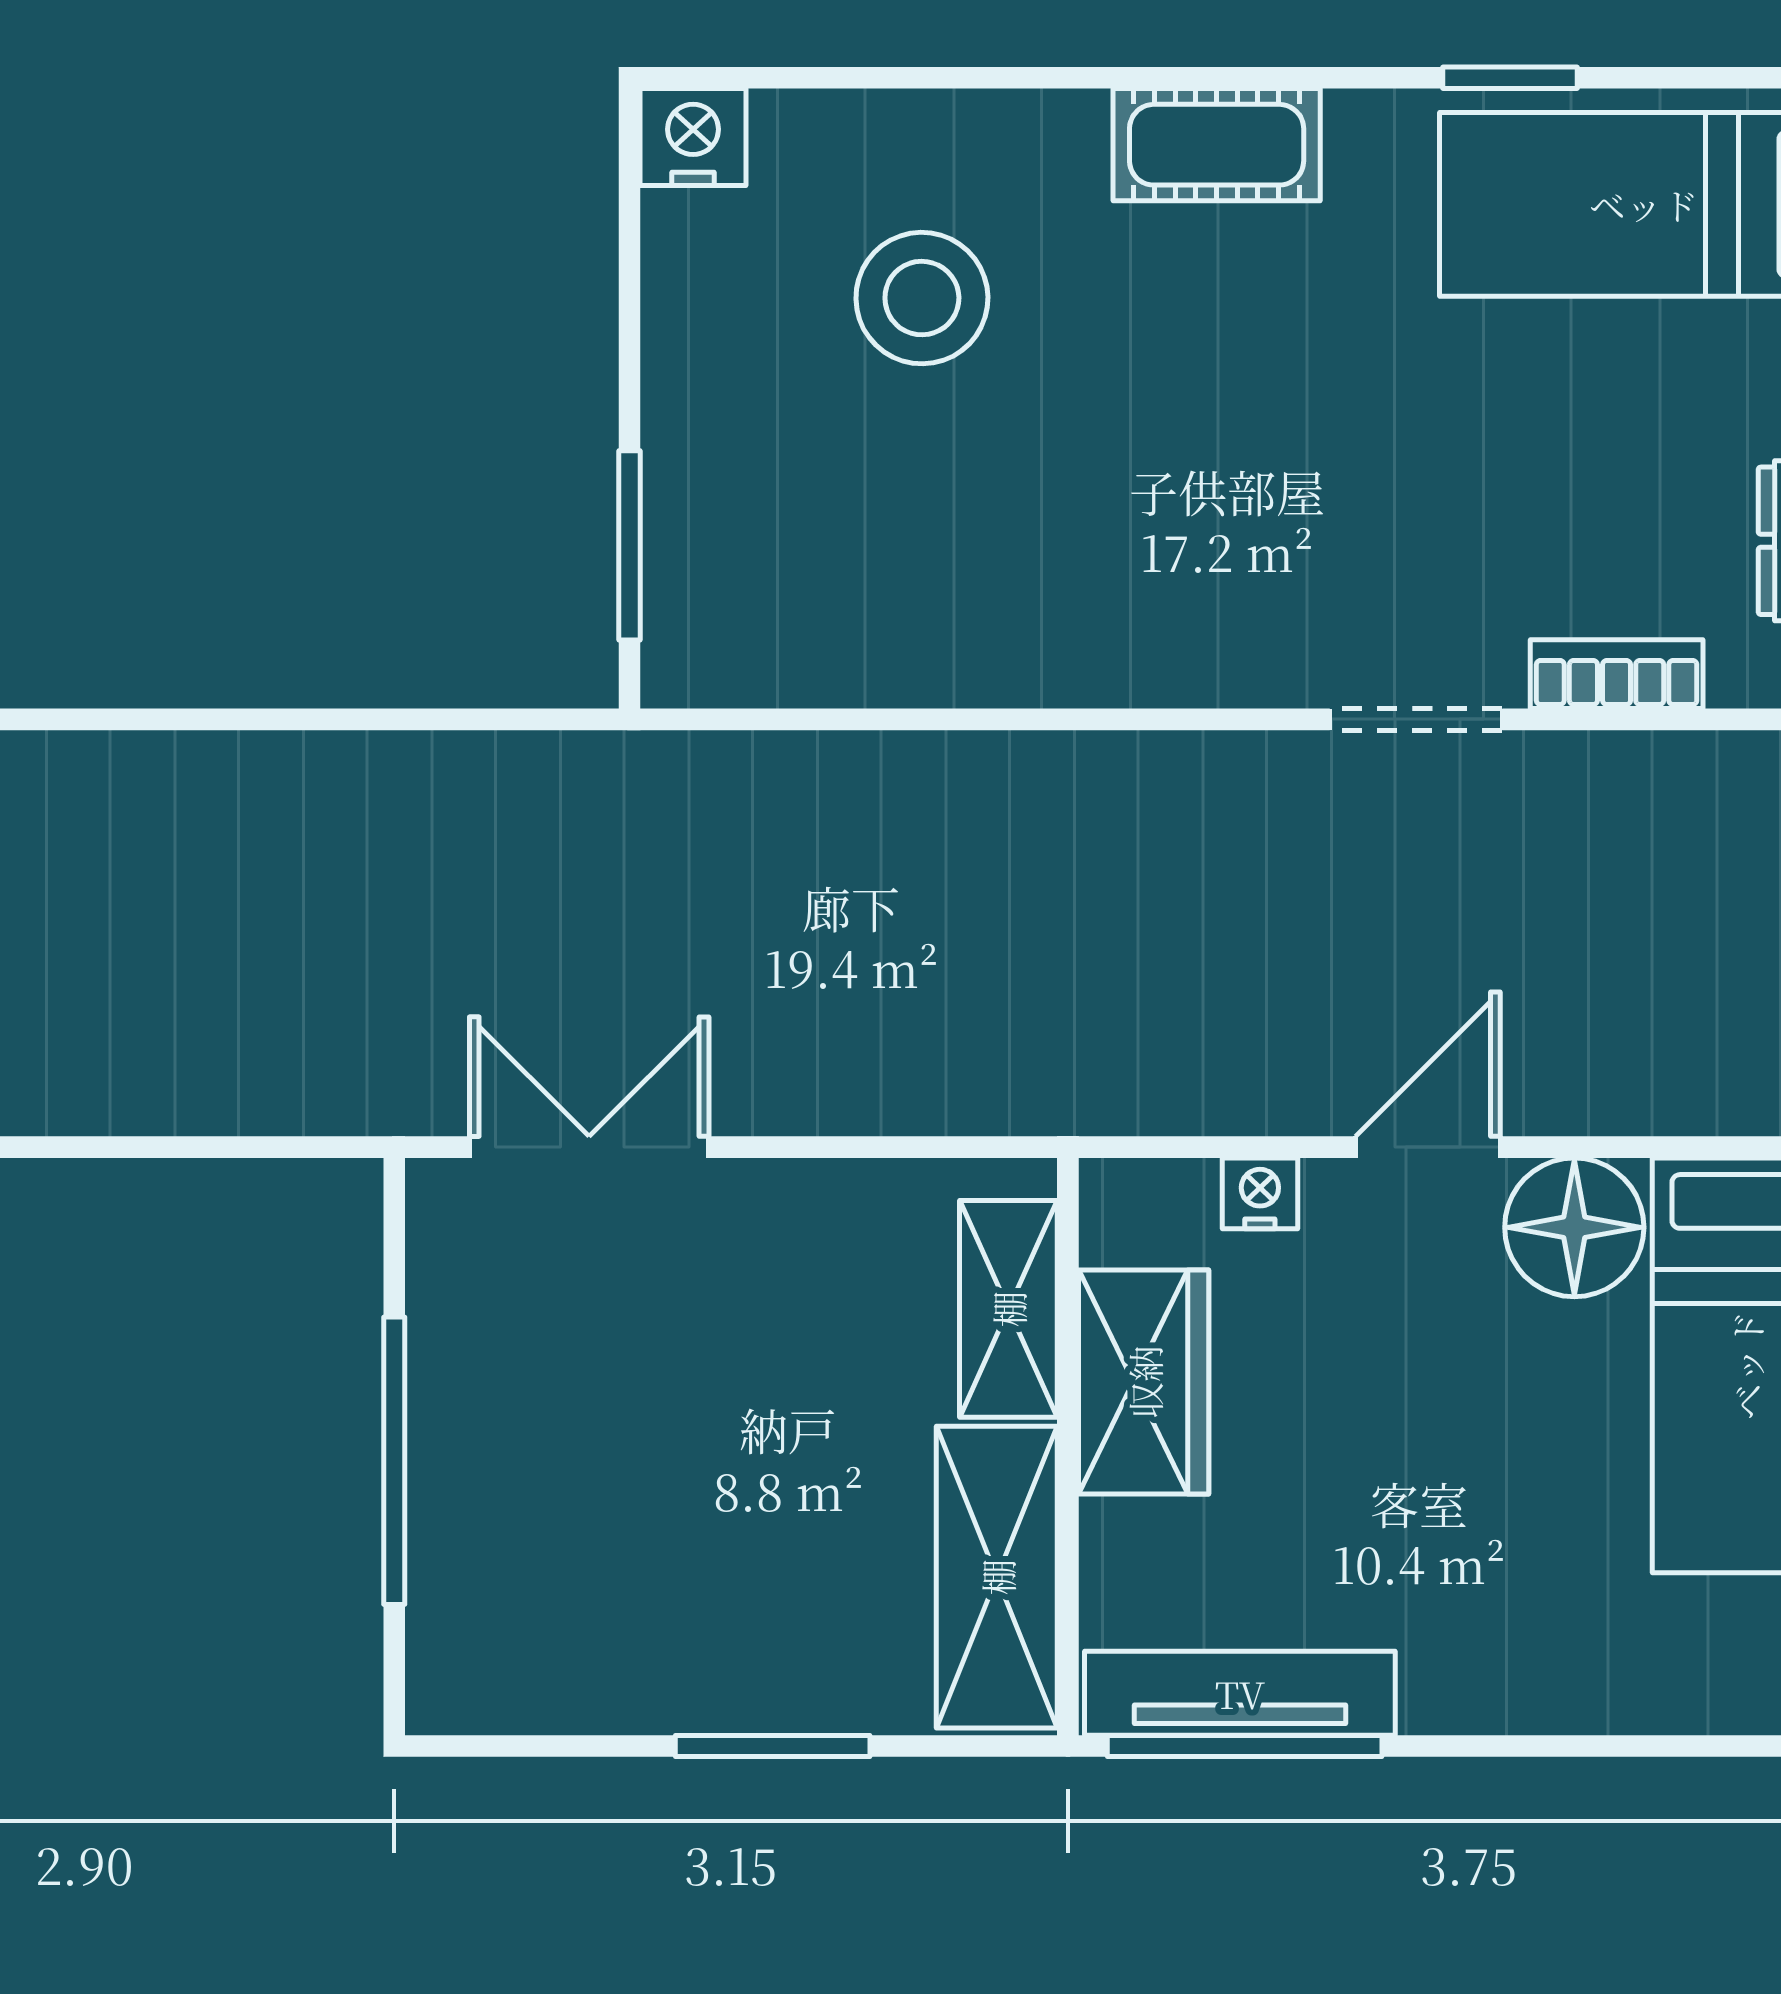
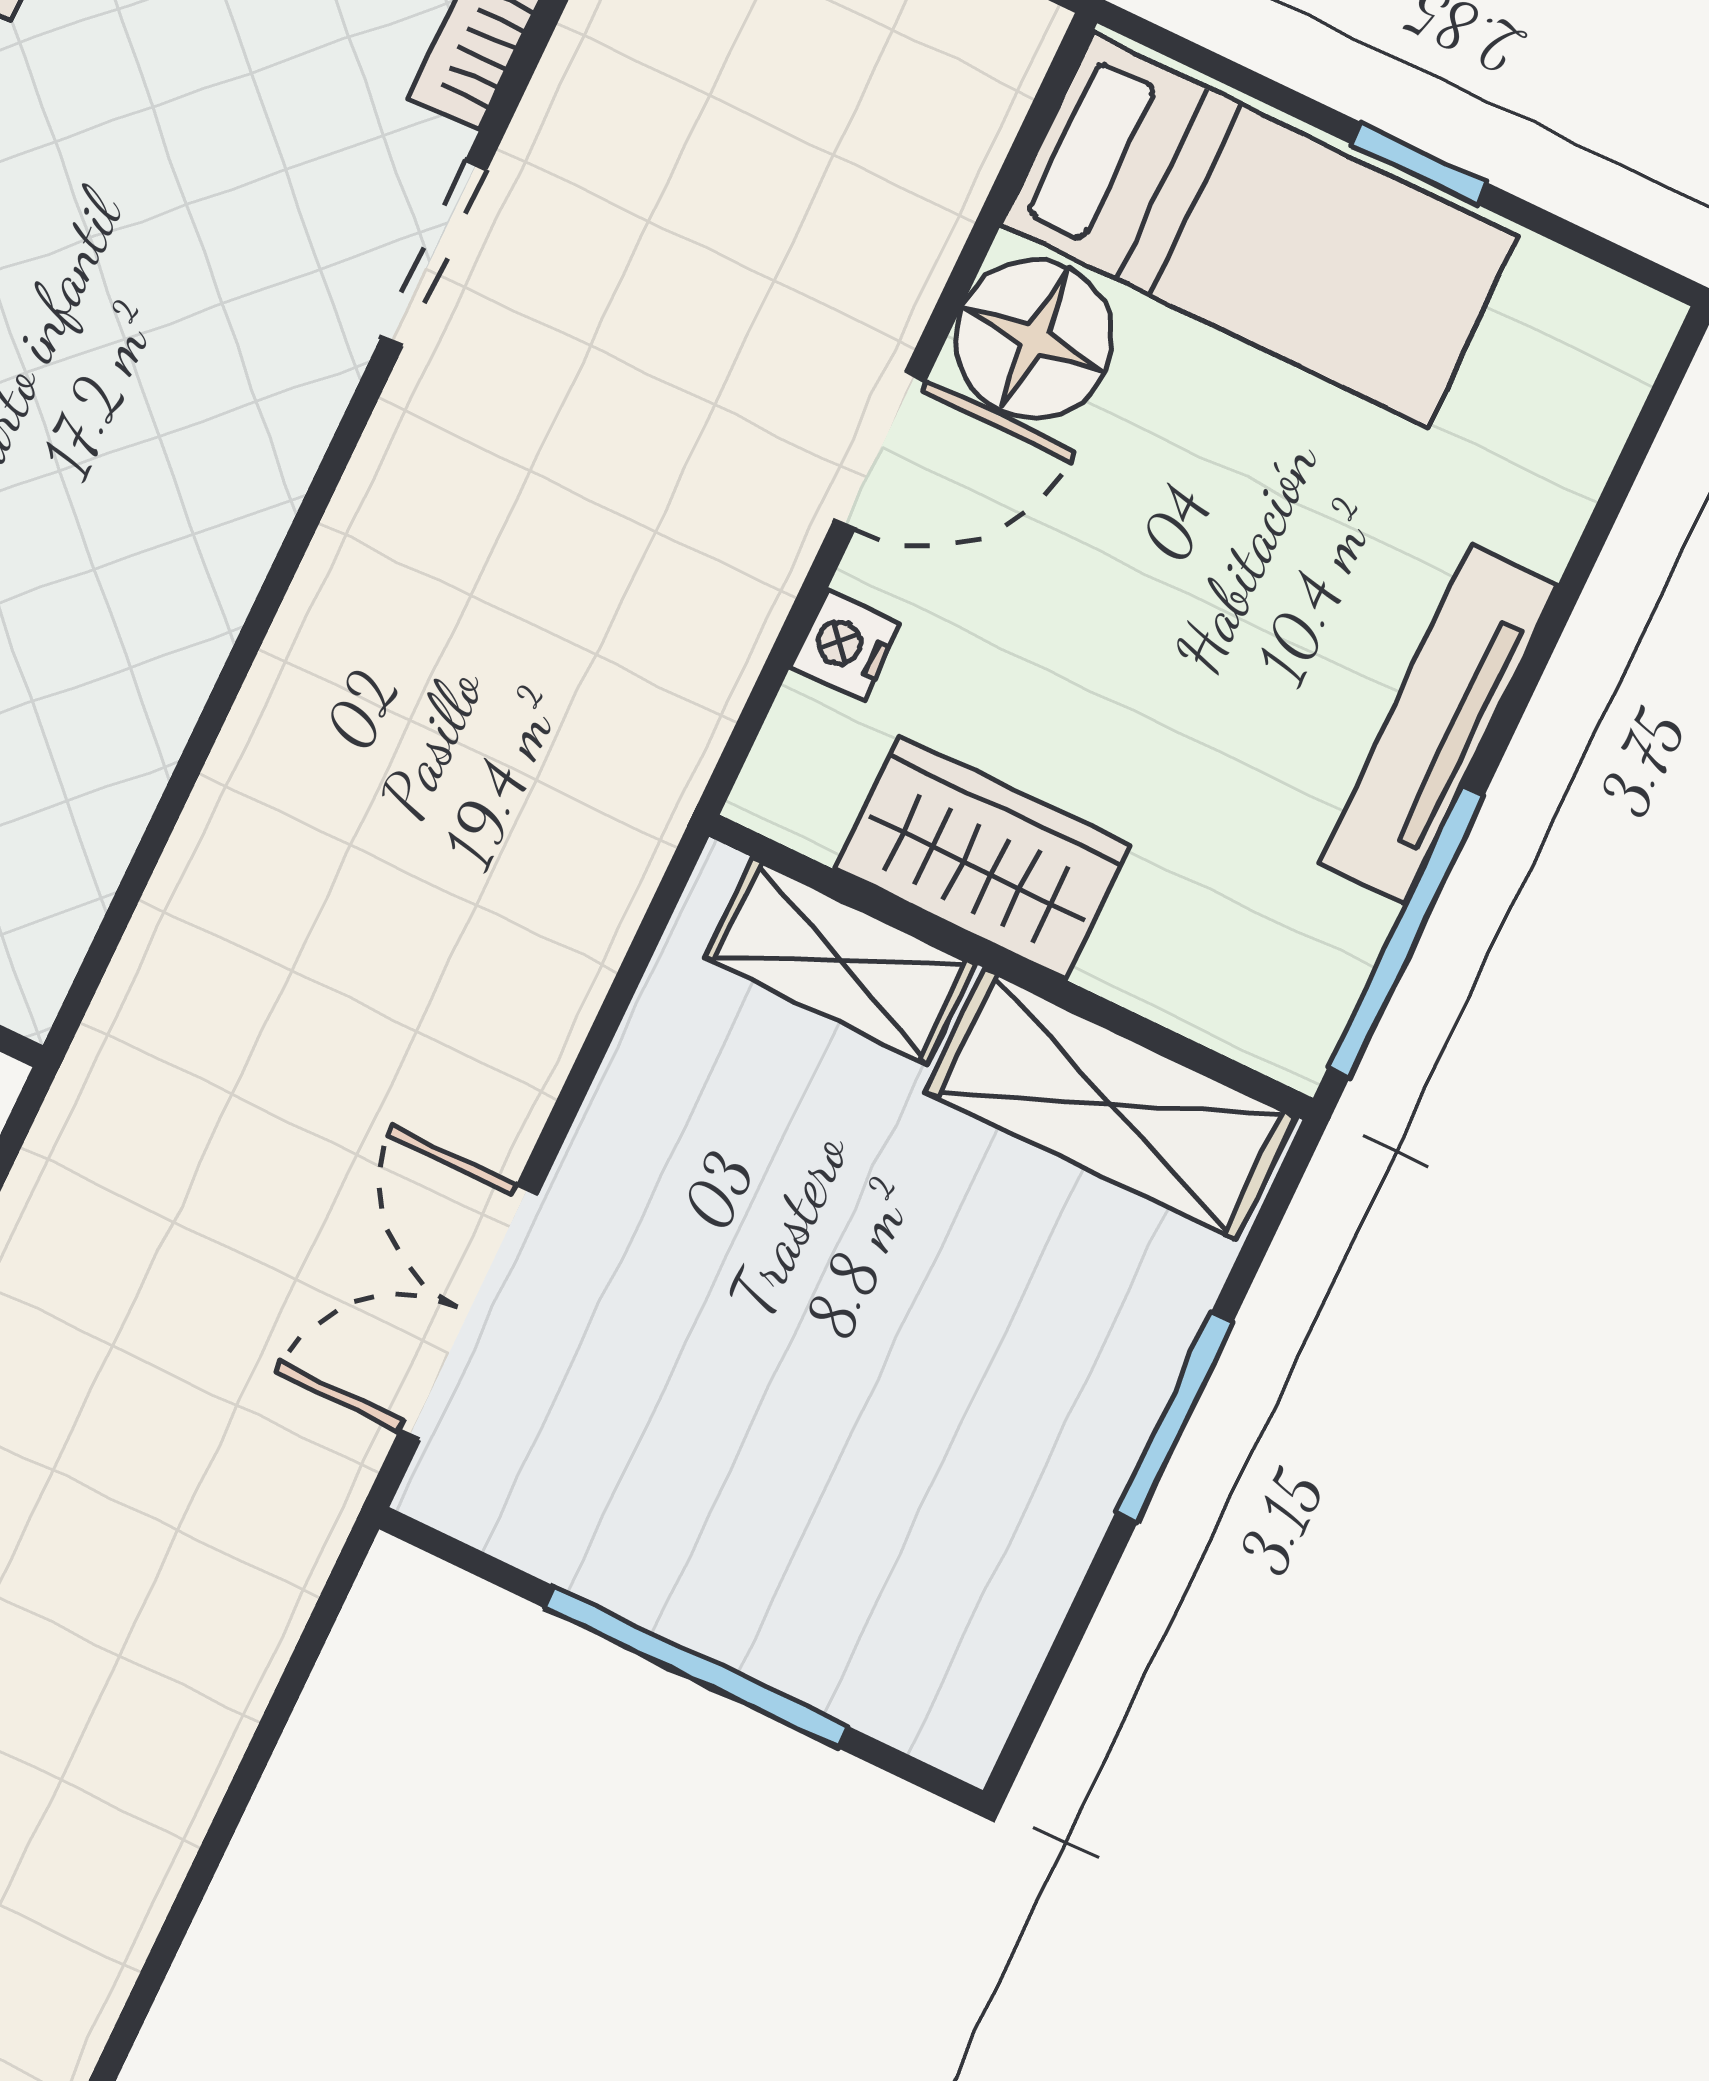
door: (1428, 1147) -> (880, 450), swing flipped
tv unit: (1240, 1693) -> (1438, 724), moved

